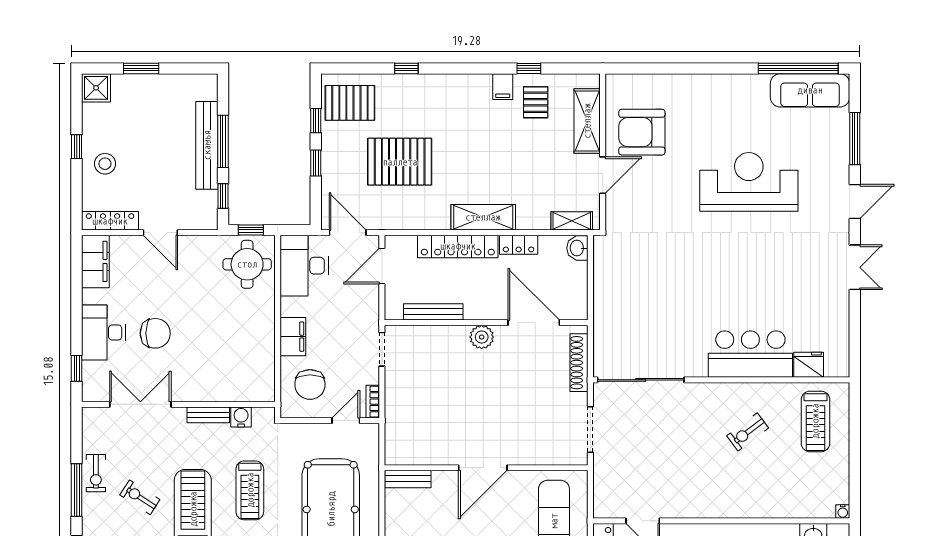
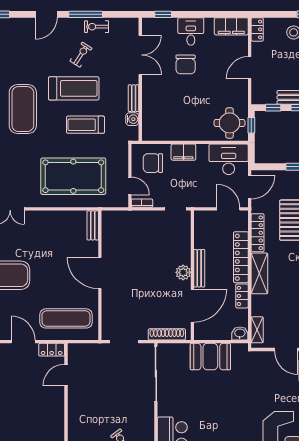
locker: (419, 220) -> (258, 233), added
locker: (110, 221) -> (257, 29), width x0.66
booth: (614, 294) -> (210, 357), added
bench: (433, 312) -> (199, 268), moved
desk: (103, 332) -> (191, 31), width x0.73

